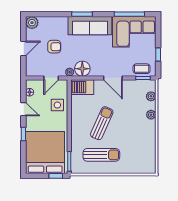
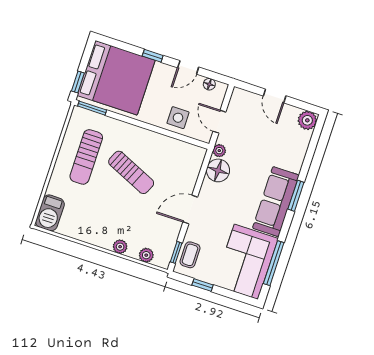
armchair: (54, 47) -> (263, 141), removed
barbecue: (82, 87) -> (50, 213), moved, turned 180

